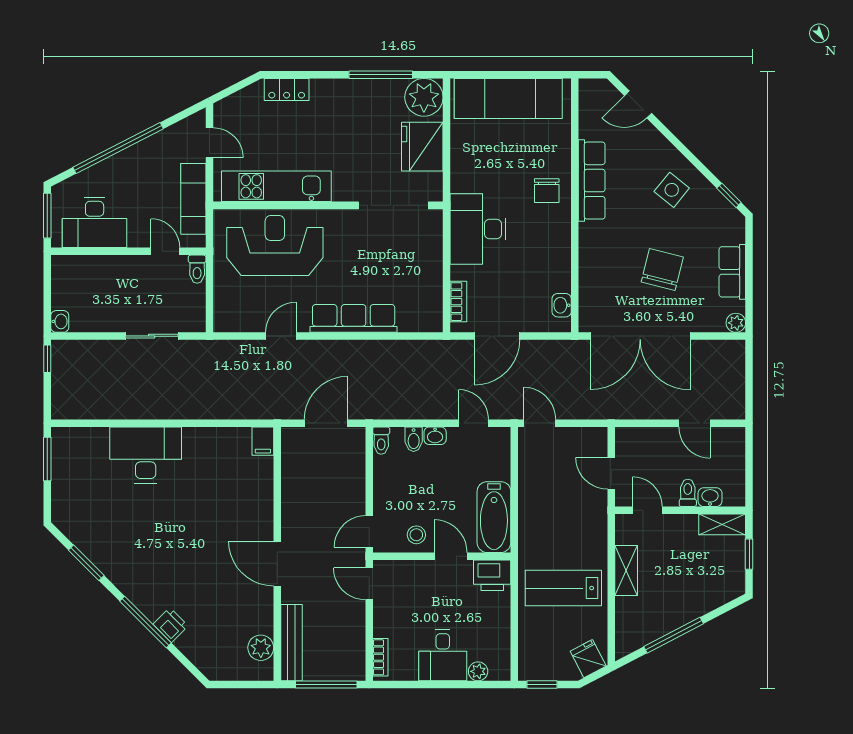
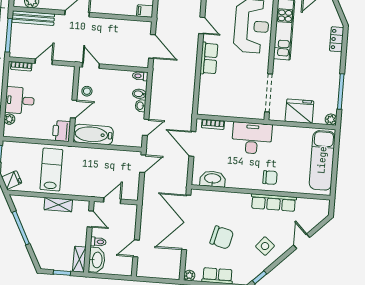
plant: (424, 97) -> (331, 119), width x0.53, depth x0.53
door: (638, 104) -> (302, 241), moved
chair: (547, 191) -> (270, 178), turned 180
washbasin: (562, 305) -> (213, 179), width x1.91, depth x1.45
row of seats: (354, 318) -> (209, 58), width x0.68
washbasin: (710, 497) -> (97, 260), width x1.91, depth x1.45
door: (647, 510) -> (90, 219), hinge flipped
door: (369, 584) -> (44, 62), moved

